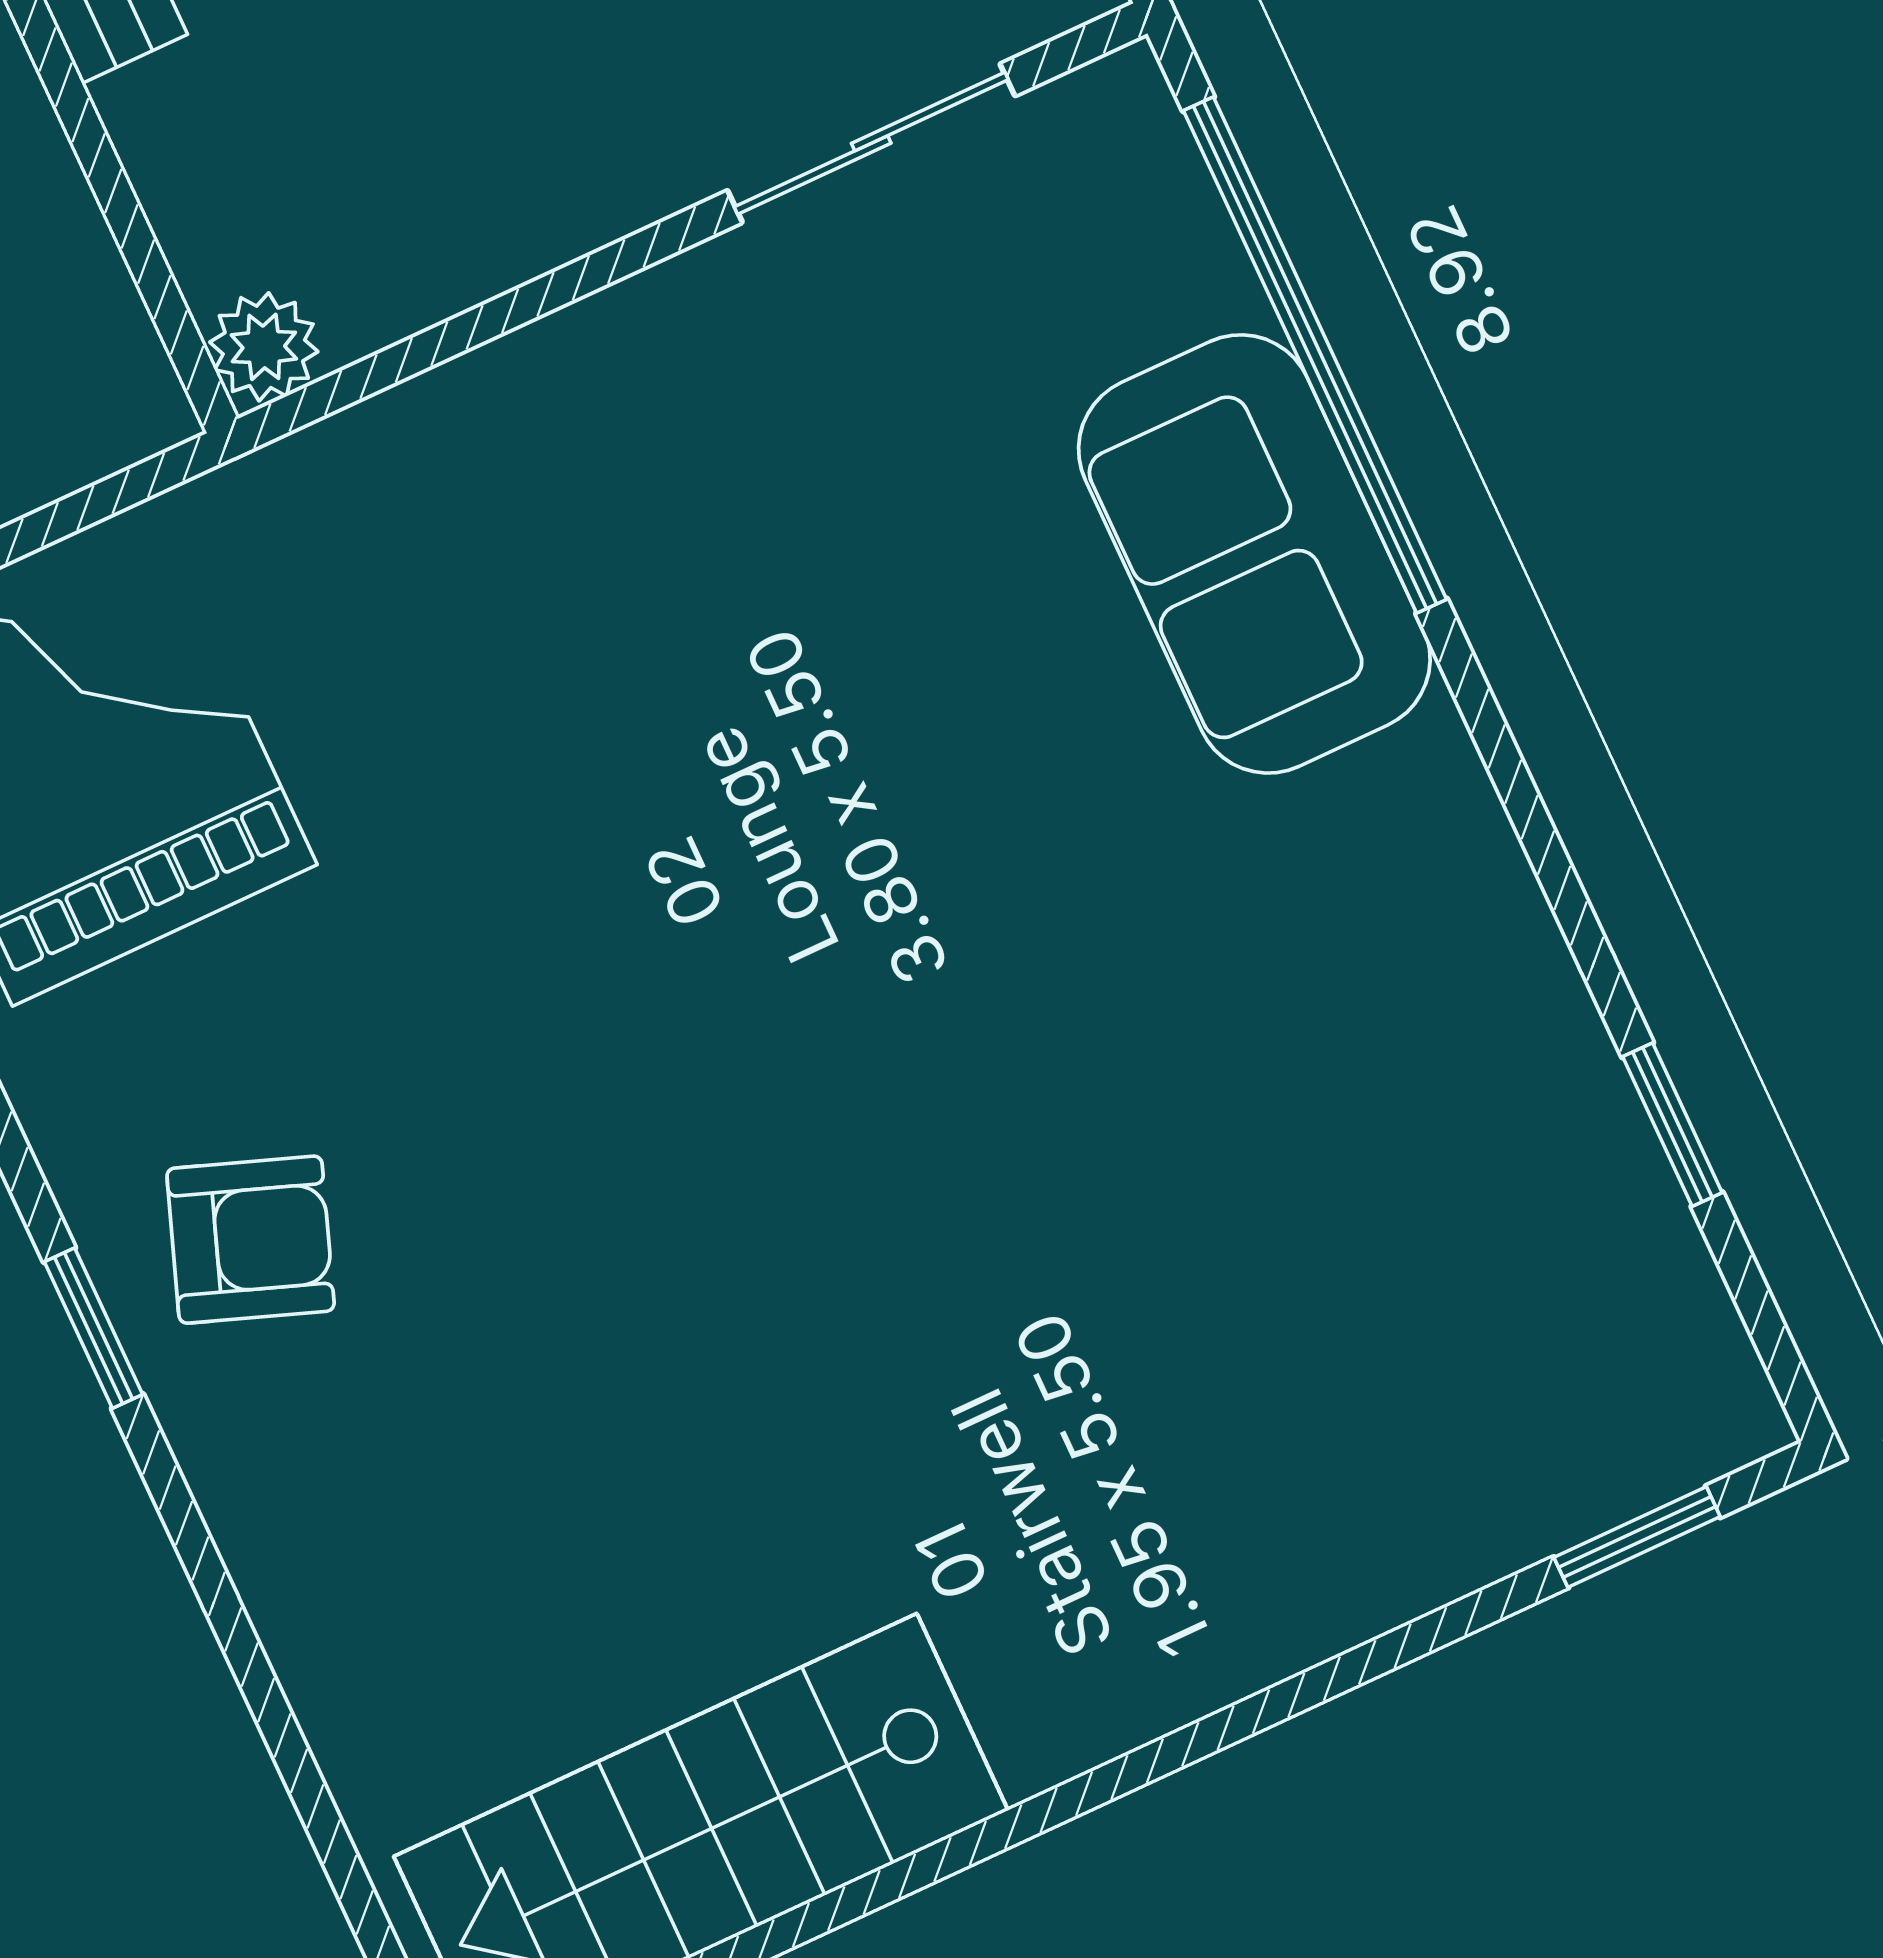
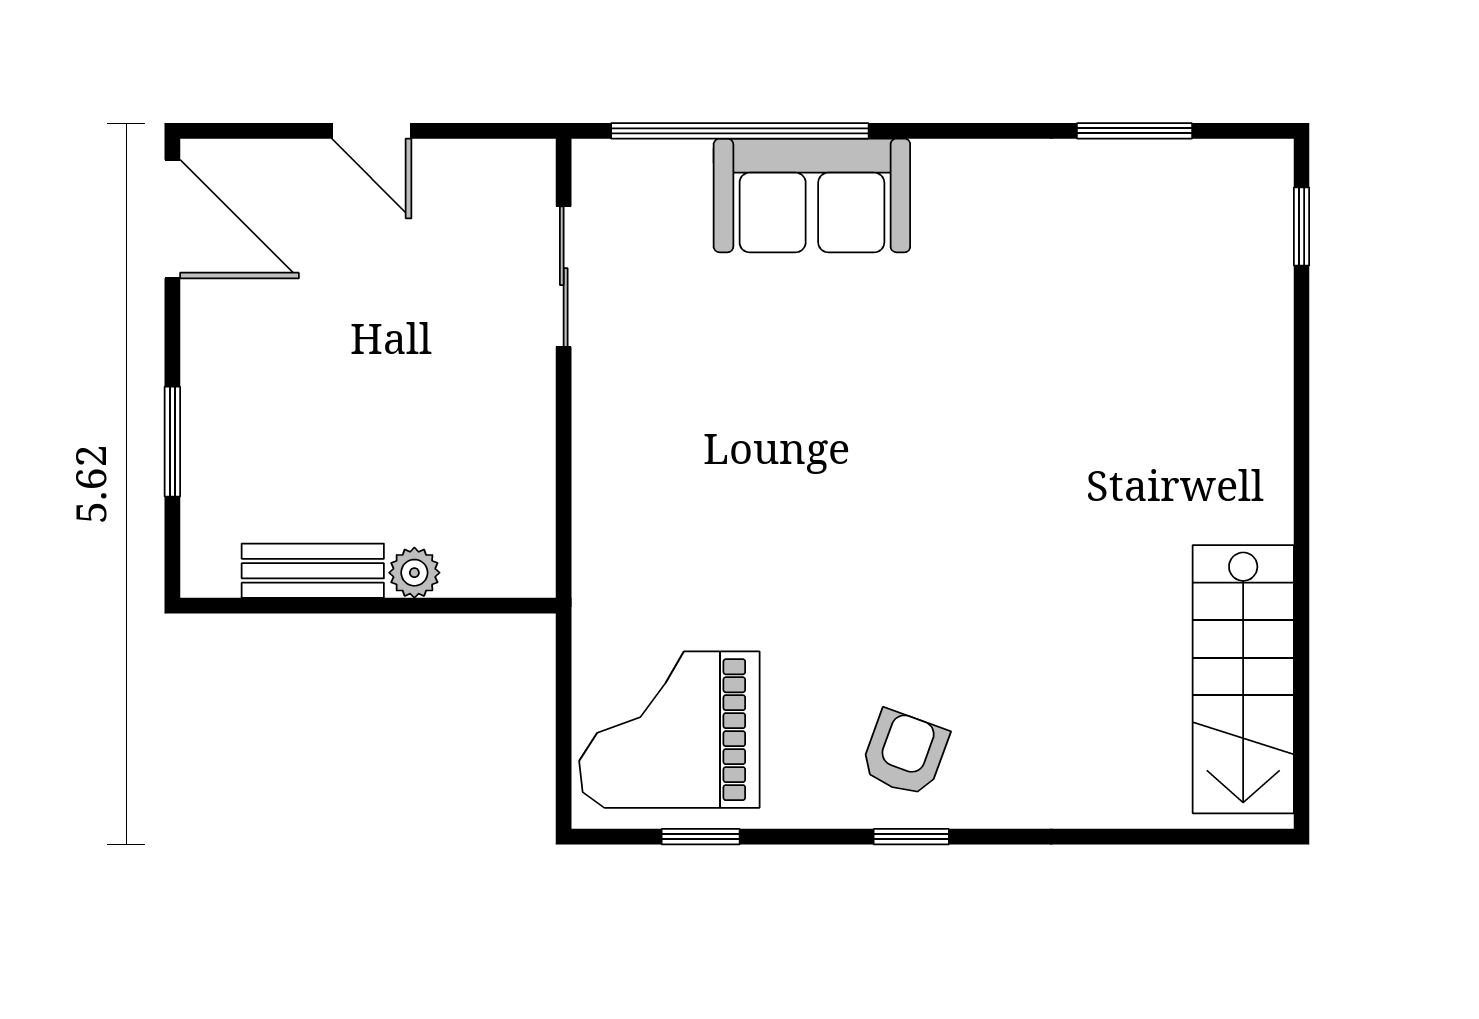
plant: (264, 347) -> (414, 573), moved
window: (1672, 1125) -> (1134, 131), width x1.50

